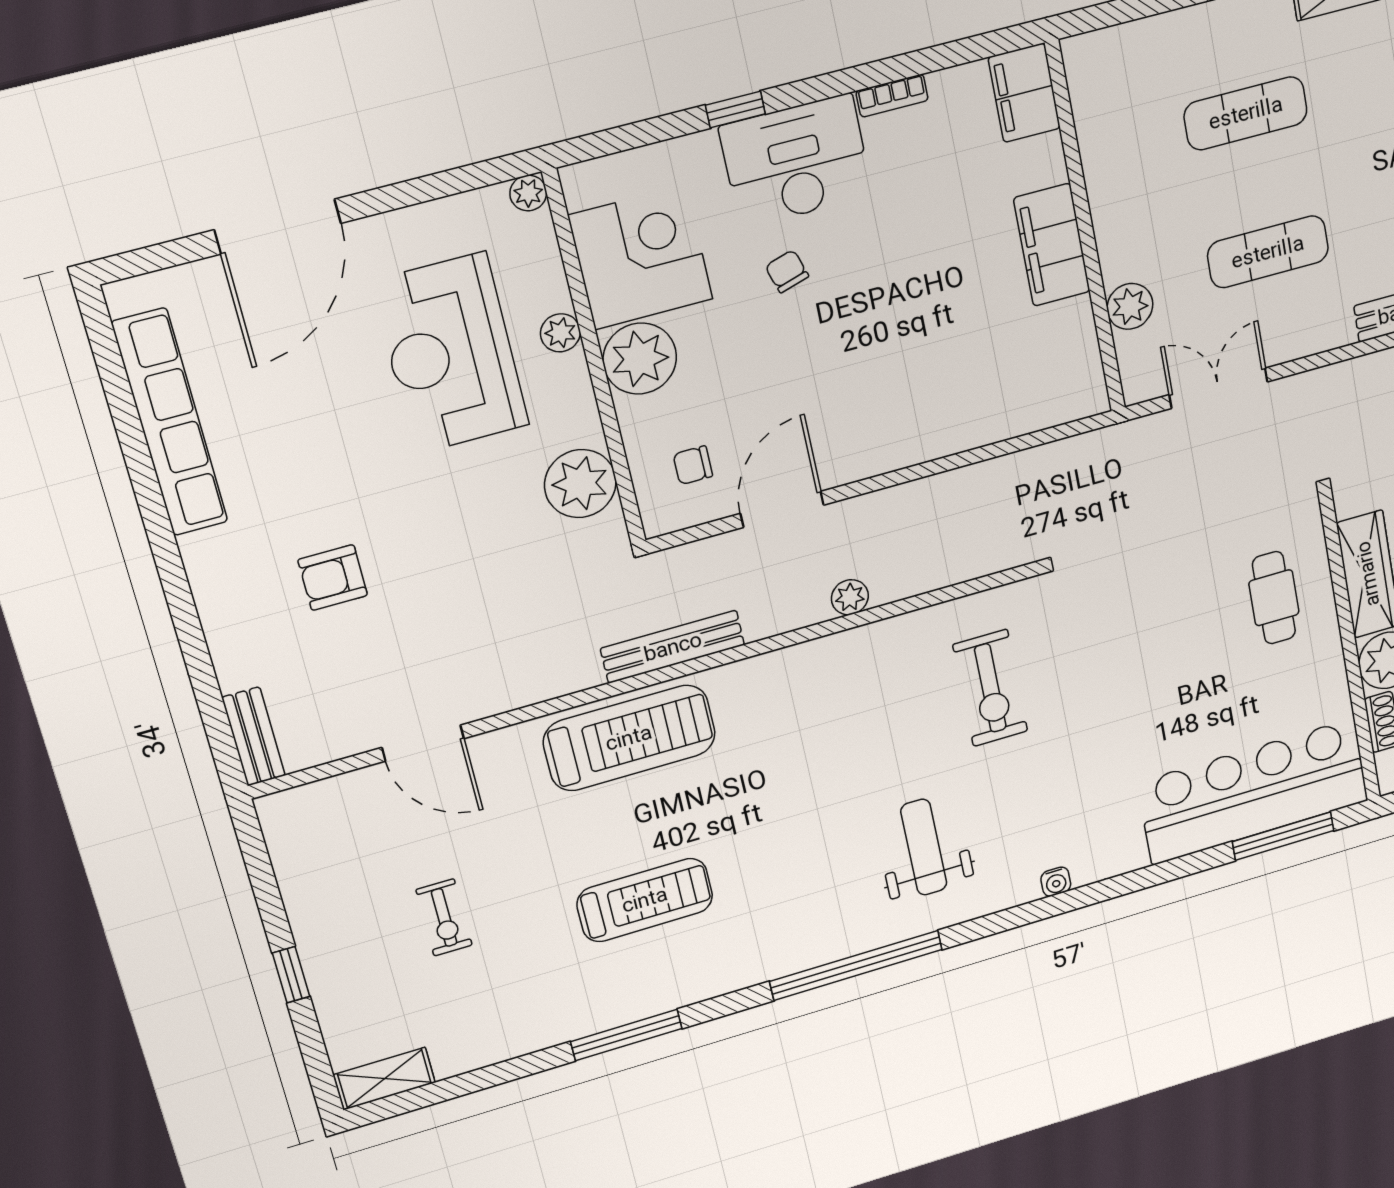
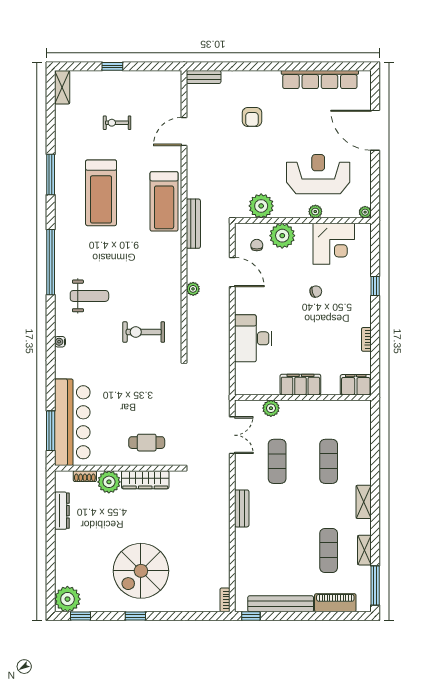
desk: (796, 161) -> (253, 338), moved, turned 180
plant: (640, 359) -> (282, 236), moved
armchair: (333, 578) -> (252, 117), turned 180
treadmill: (645, 900) -> (101, 193), width x1.37, depth x1.38

